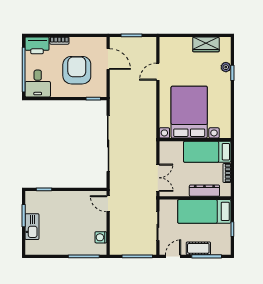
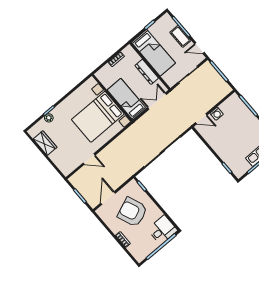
printer: (37, 45) -> (138, 251), removed
armchair: (77, 70) -> (132, 212), turned 68
bed: (207, 152) -> (127, 99), moved, turned 180
dresser: (204, 191) -> (147, 72), moved
door: (108, 204) -> (201, 119), hinge flipped
washing machine: (101, 237) -> (217, 114), moved

